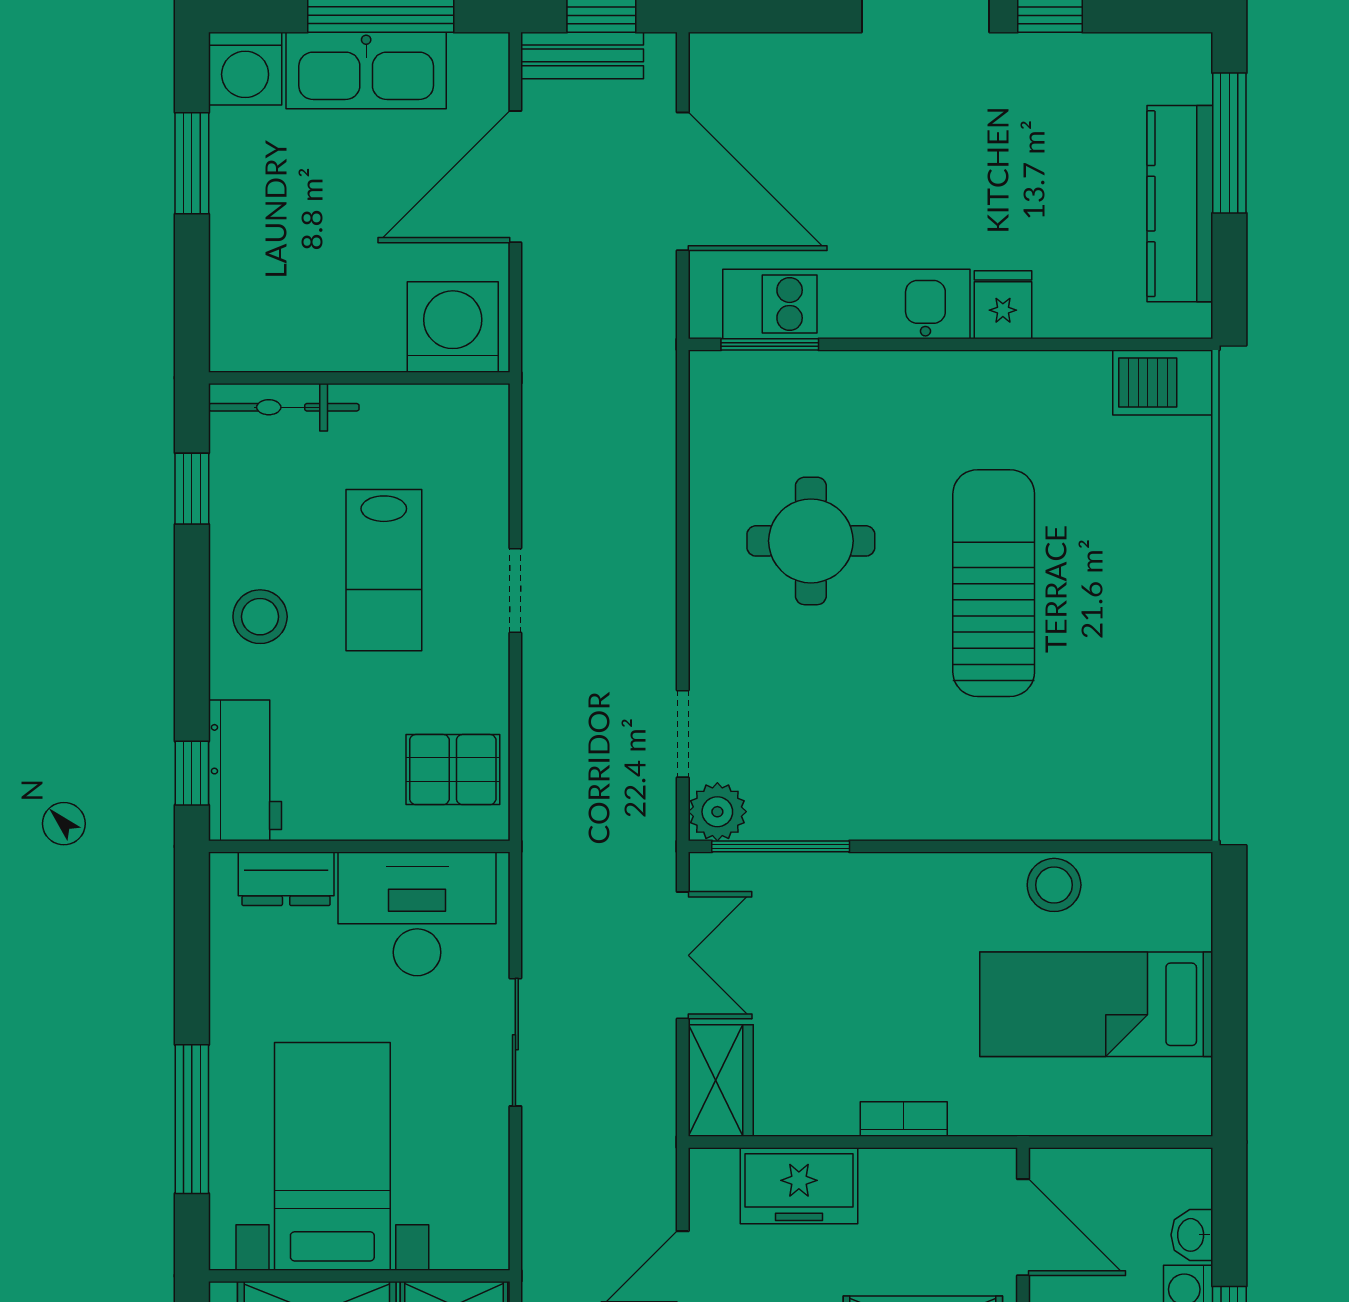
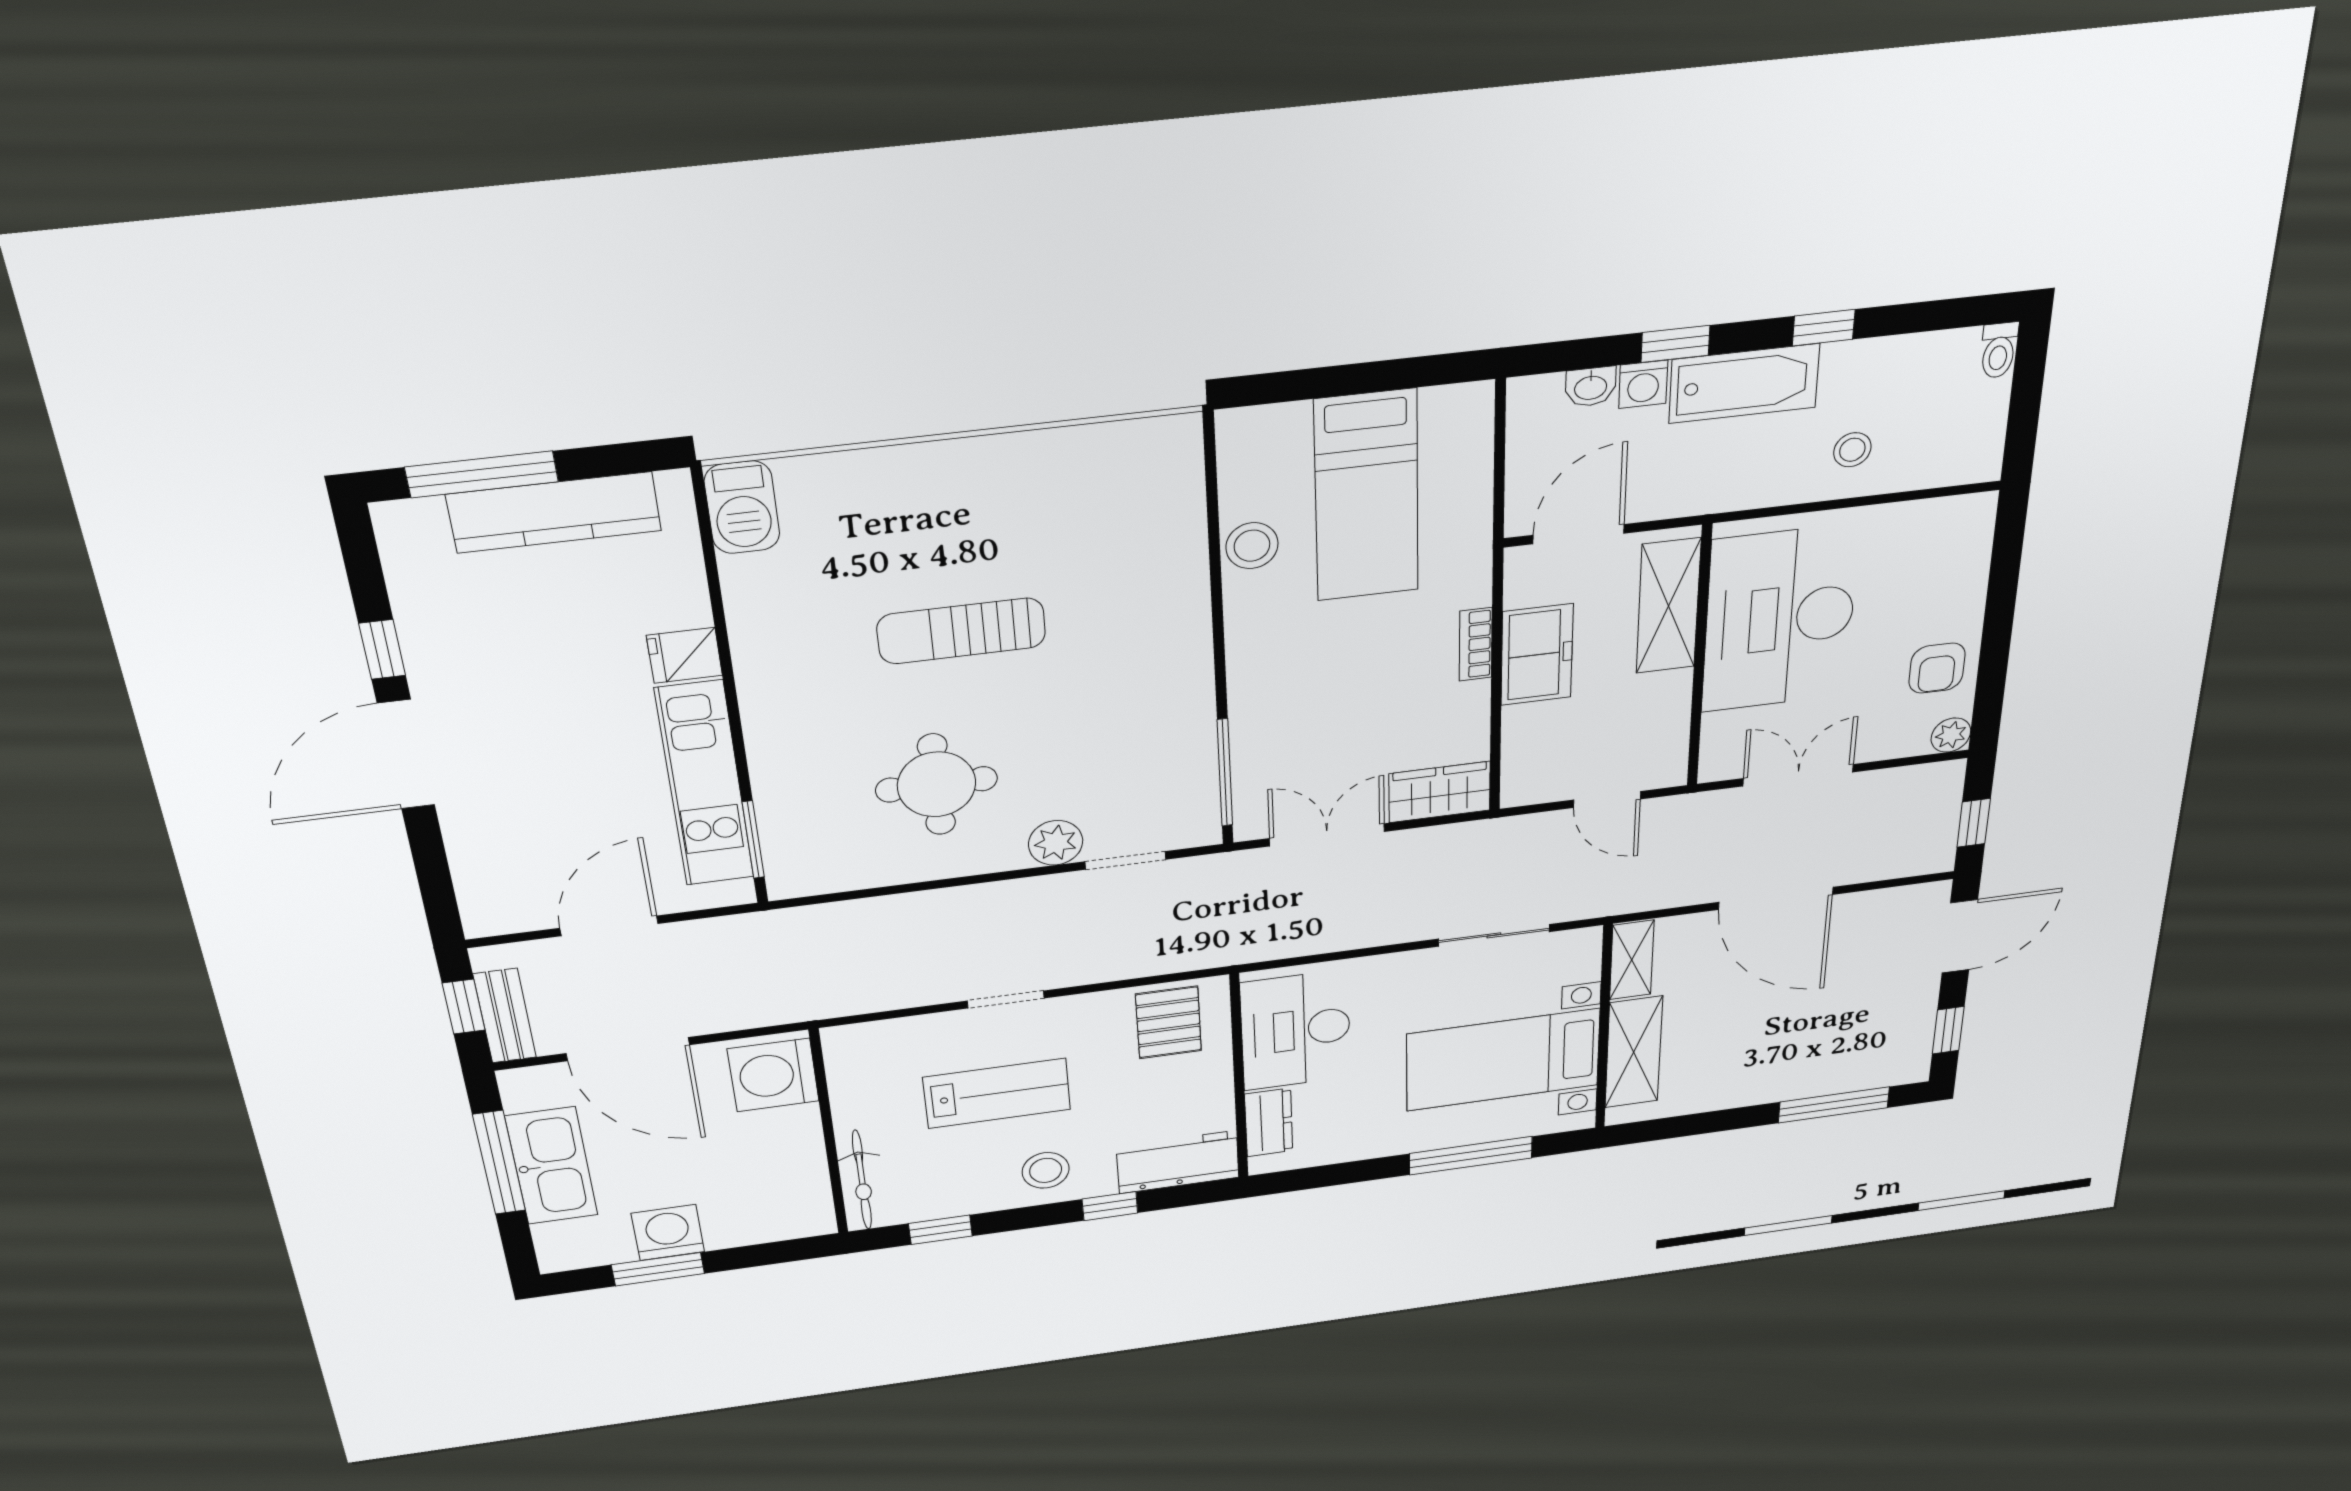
washing machine: (245, 69) -> (668, 1233), moved, turned -90
door: (683, 181) -> (609, 926), width x0.73
sun lounger: (994, 583) -> (961, 631), width x0.73, depth x0.75
window: (192, 773) -> (1110, 1206), moved
plant: (717, 812) -> (1056, 843), moved
sliding door: (515, 1042) -> (1494, 935), moved
freezer: (799, 1186) -> (1537, 655), moved

